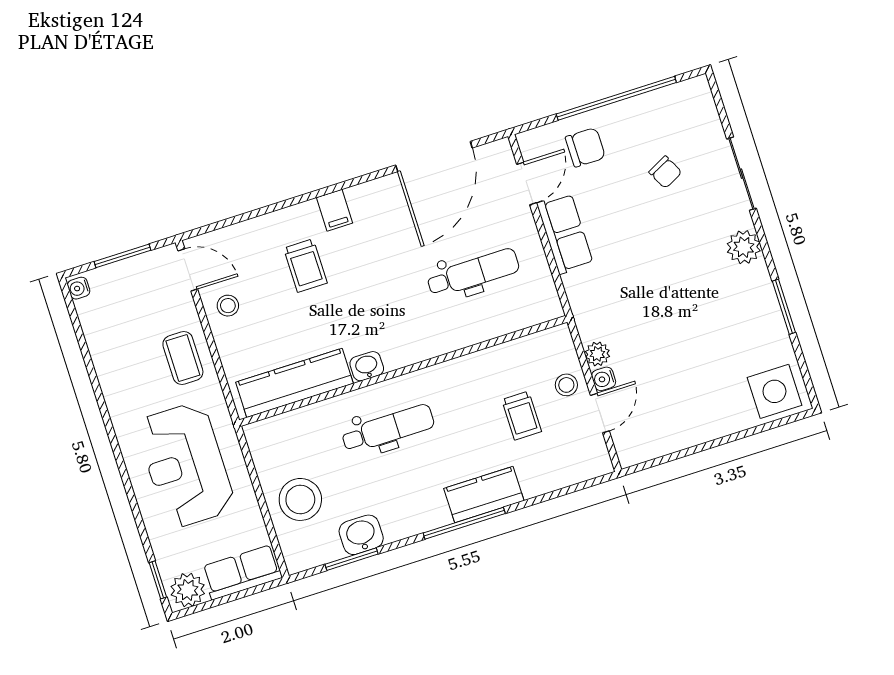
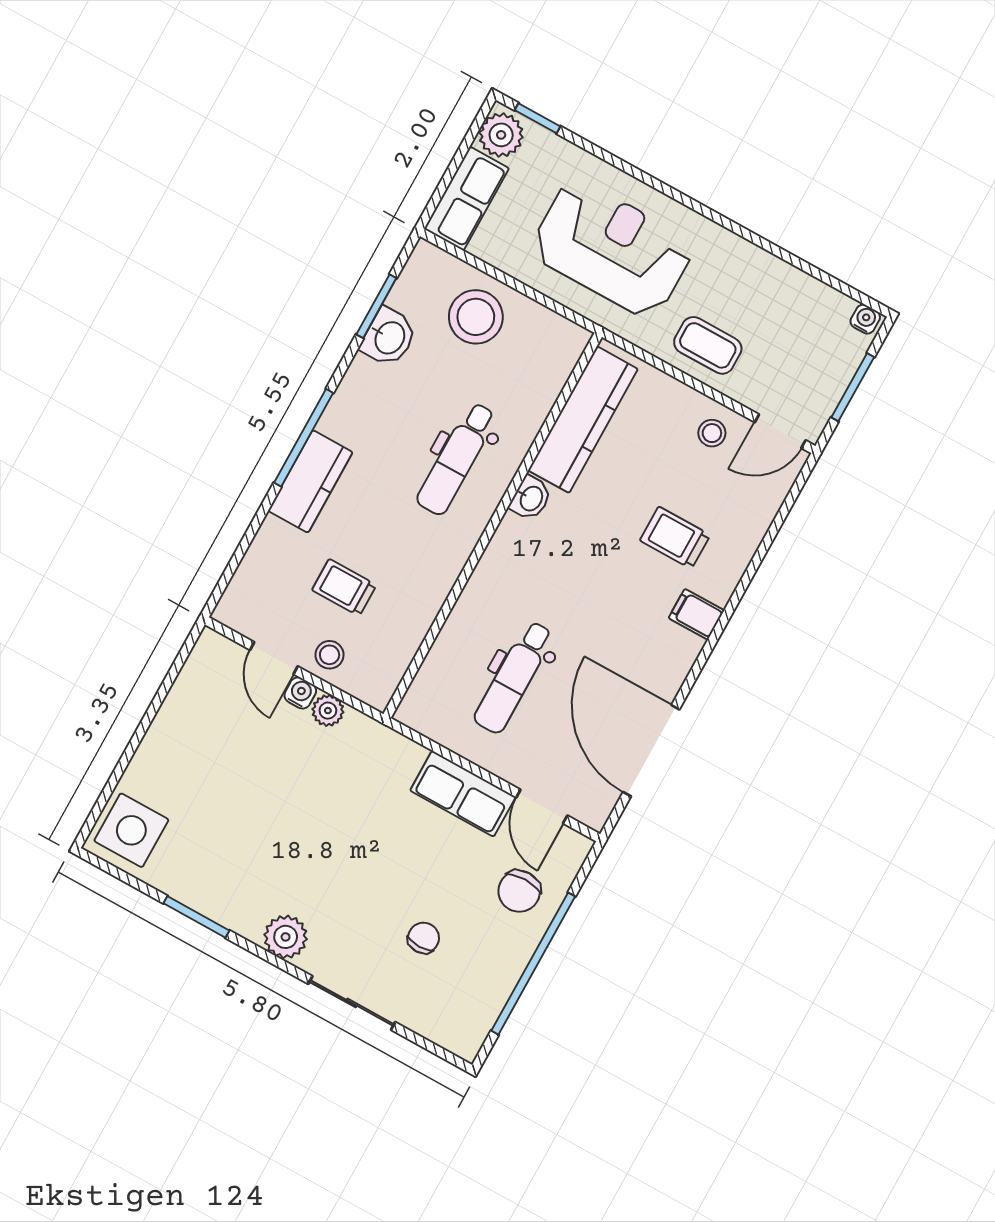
chair: (665, 172) -> (424, 938), turned 117

